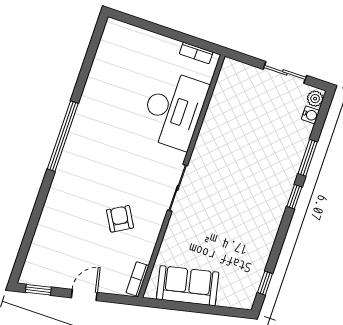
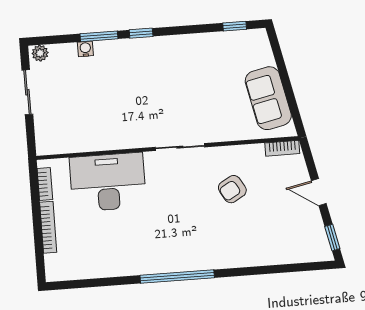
bookcase: (156, 39) -> (48, 227), added
water cooler: (310, 115) -> (85, 49), moved

